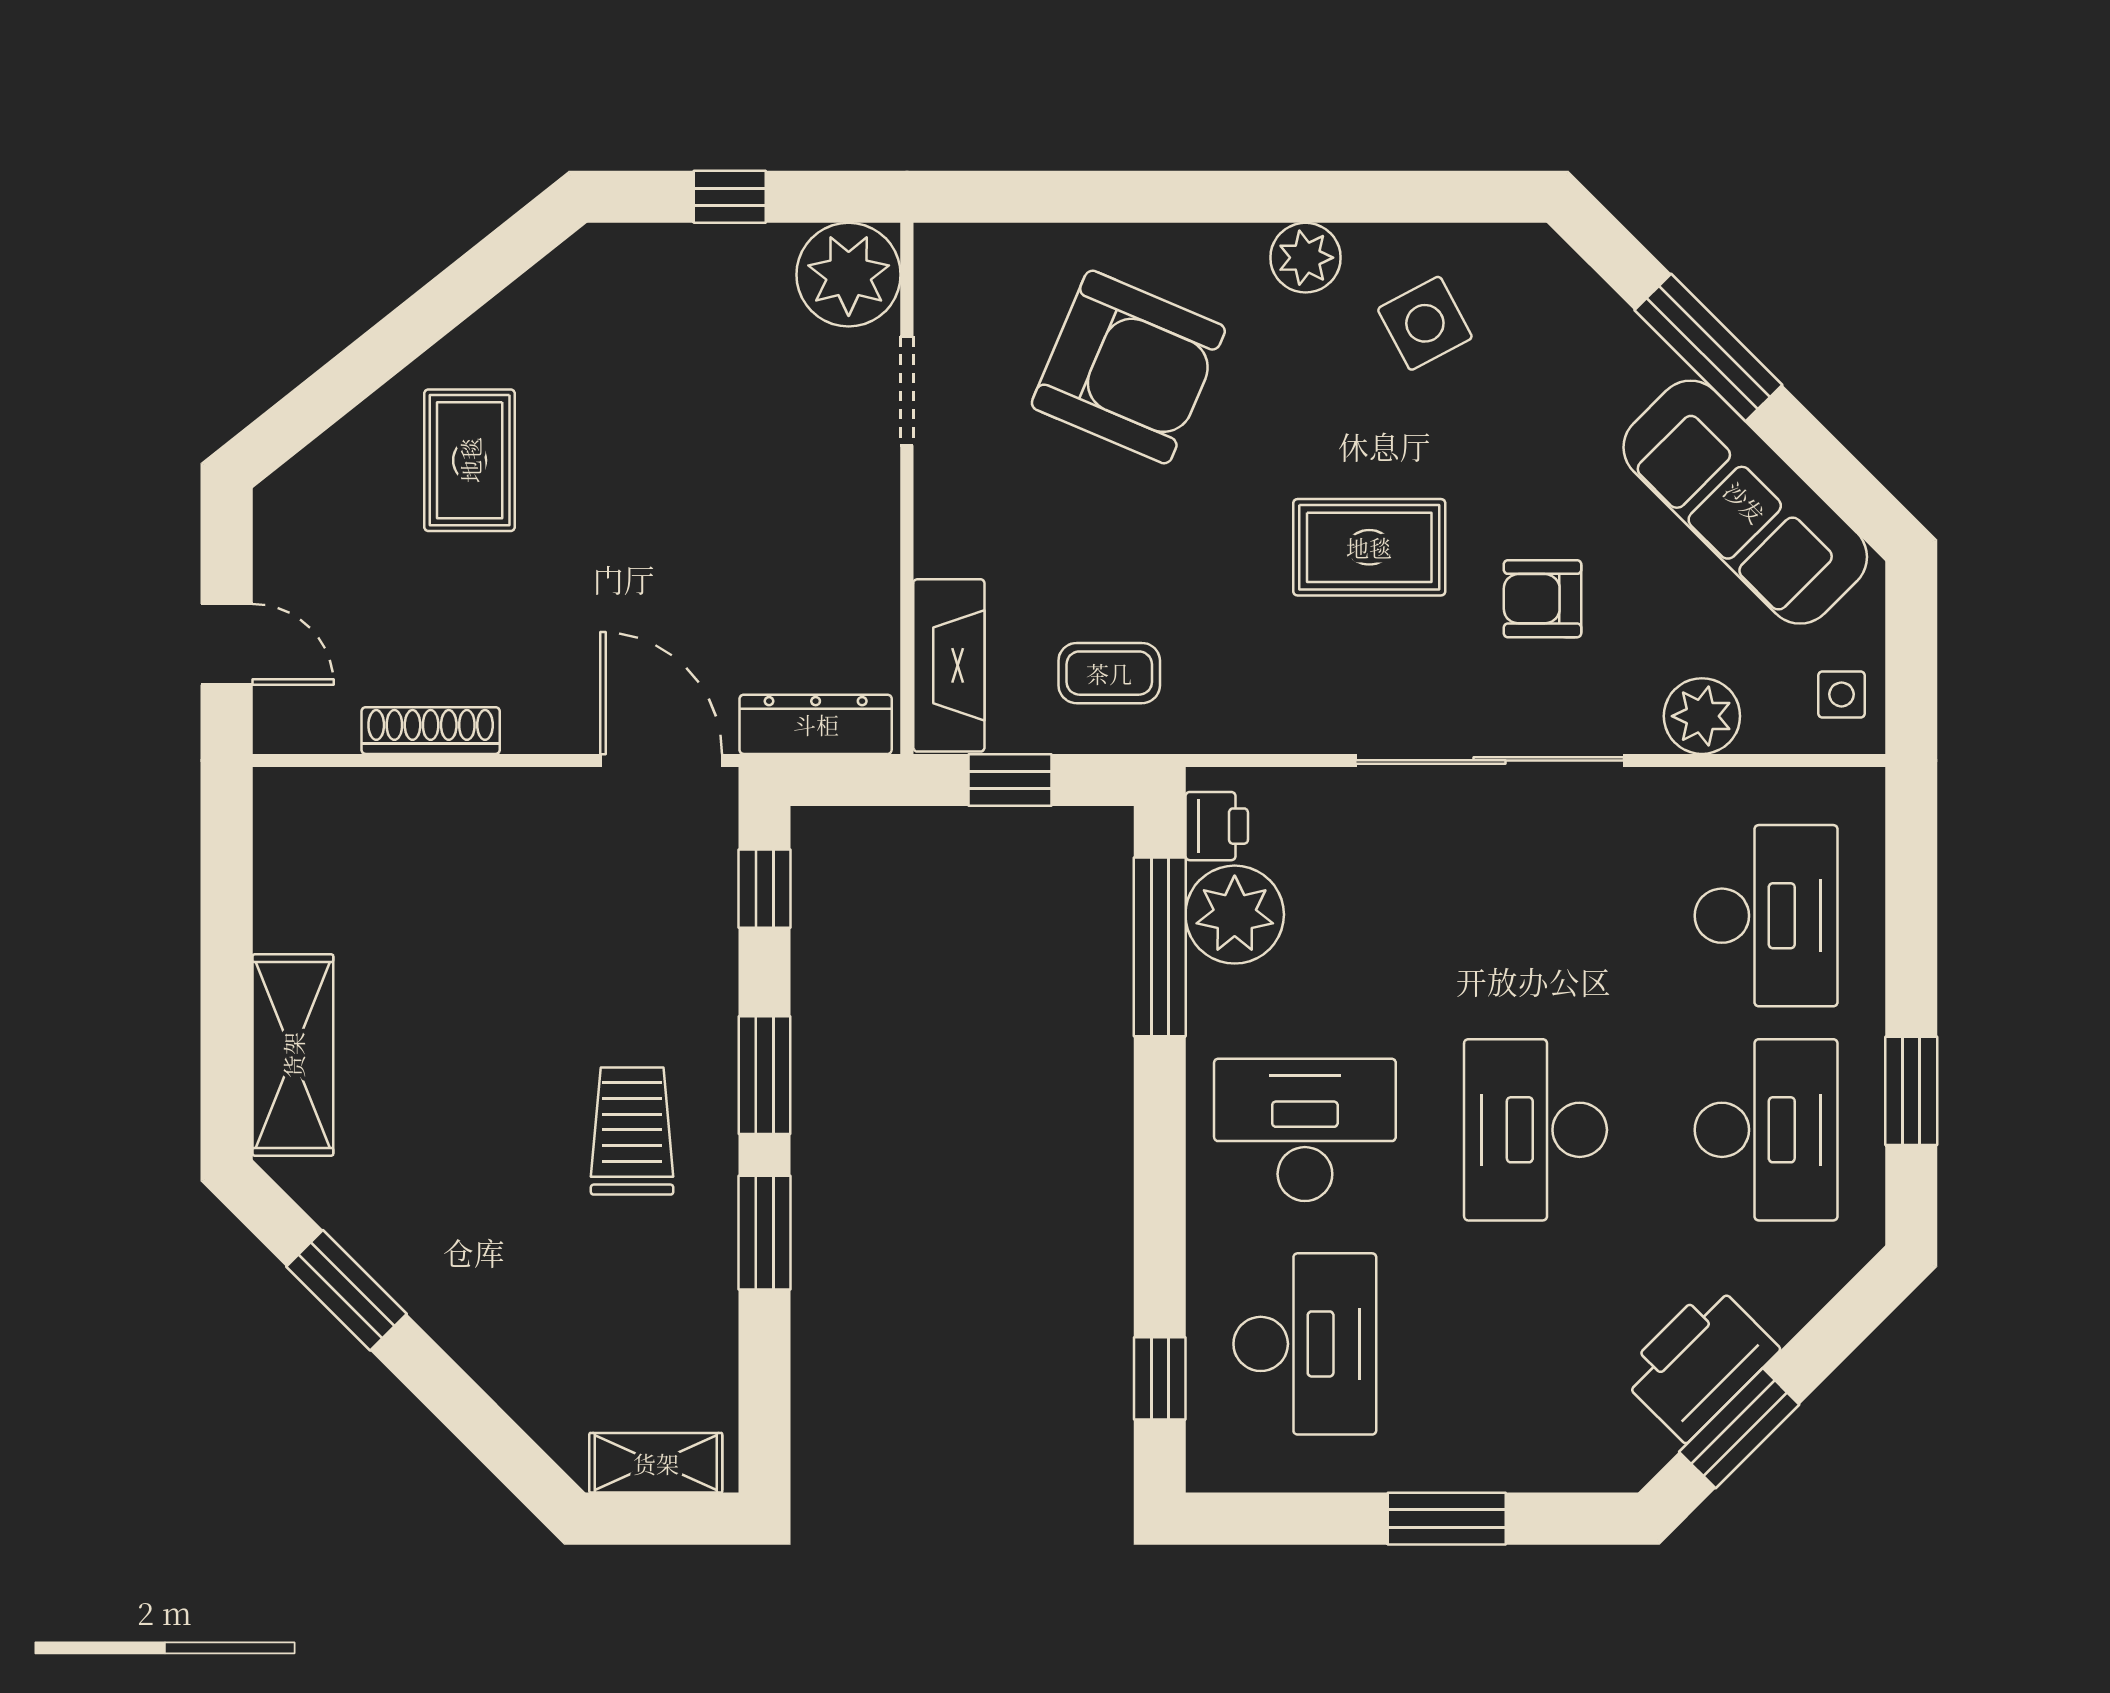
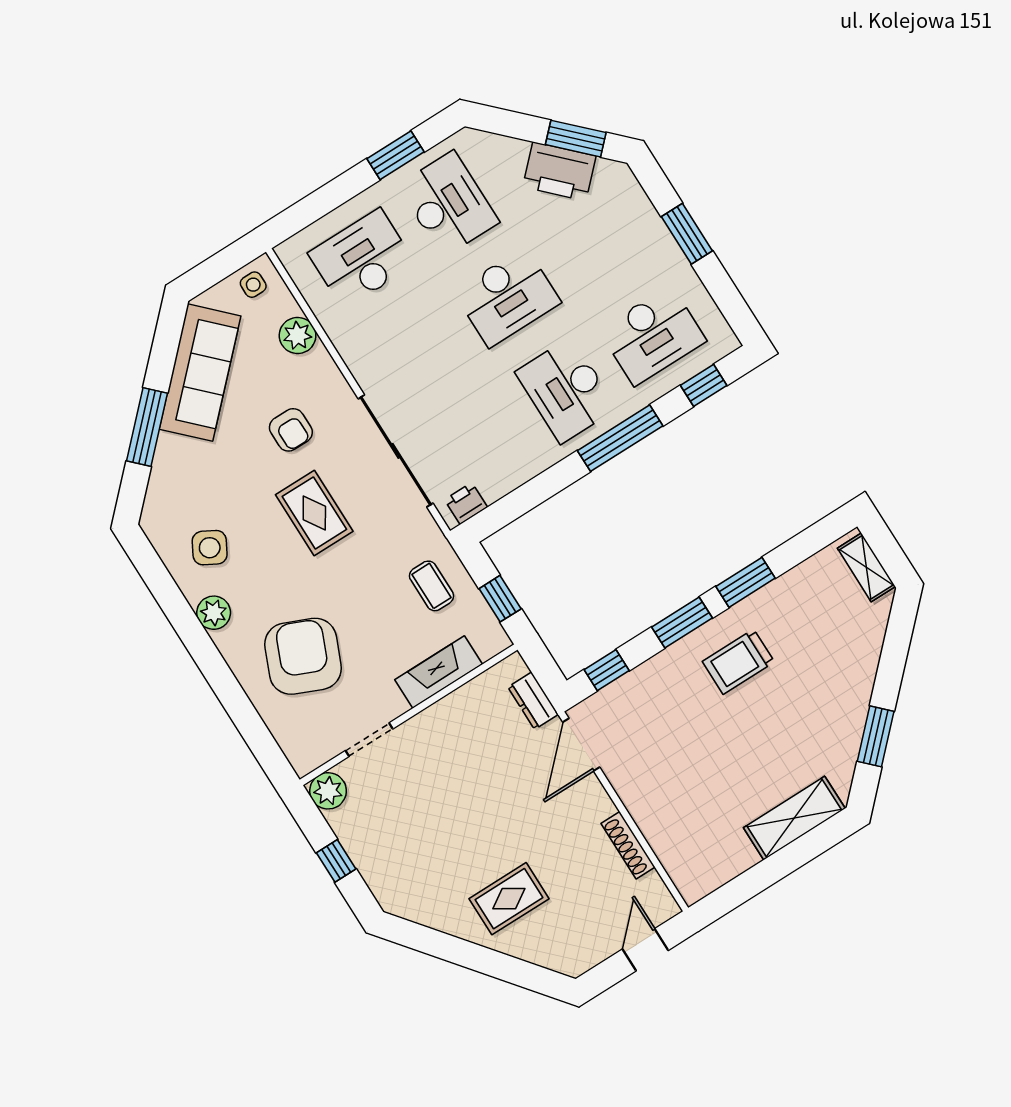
plant: (849, 275) -> (328, 791), width x0.73, depth x0.73
side table: (1425, 323) -> (210, 548), turned -33
fireplace: (949, 665) -> (439, 672), moved
dresser: (816, 724) -> (533, 701), width x0.70
sliding door: (1490, 760) -> (396, 451), moved
plant: (1235, 915) -> (497, 474), removed
window: (1160, 947) -> (620, 438), moved
desk: (1766, 1130) -> (448, 204), turned 90
desk: (1305, 1344) -> (653, 336), turned 180

